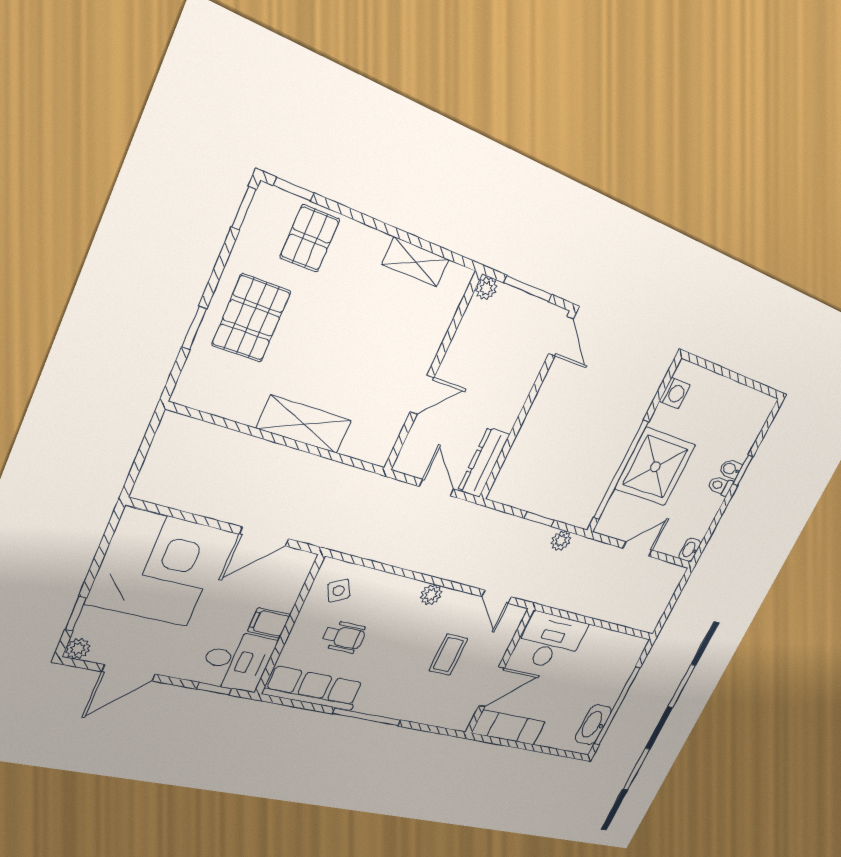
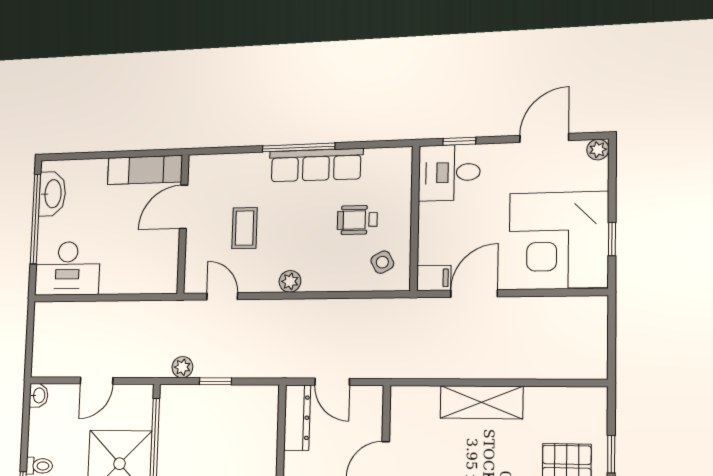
window: (76, 614) -> (612, 239), moved
filing cabinet: (269, 623) -> (434, 278), moved
desk: (550, 641) -> (67, 268), moved
row of seats: (313, 688) -> (316, 165), moved

